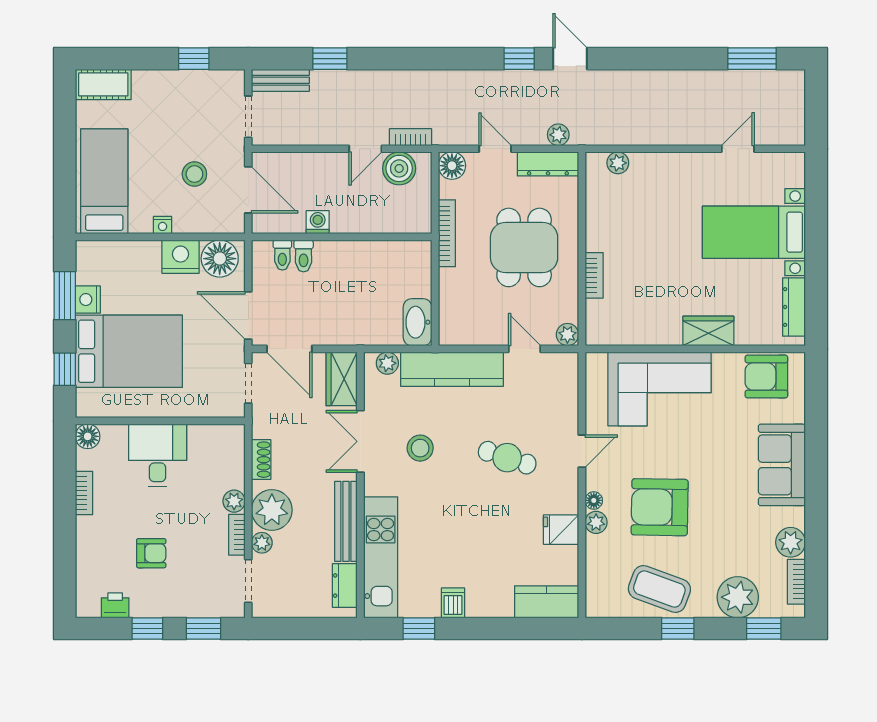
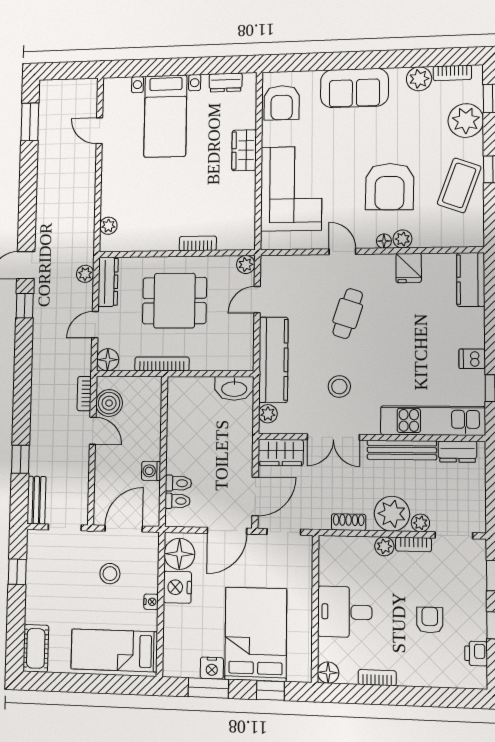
dresser: (794, 307) -> (226, 82), width x0.70

